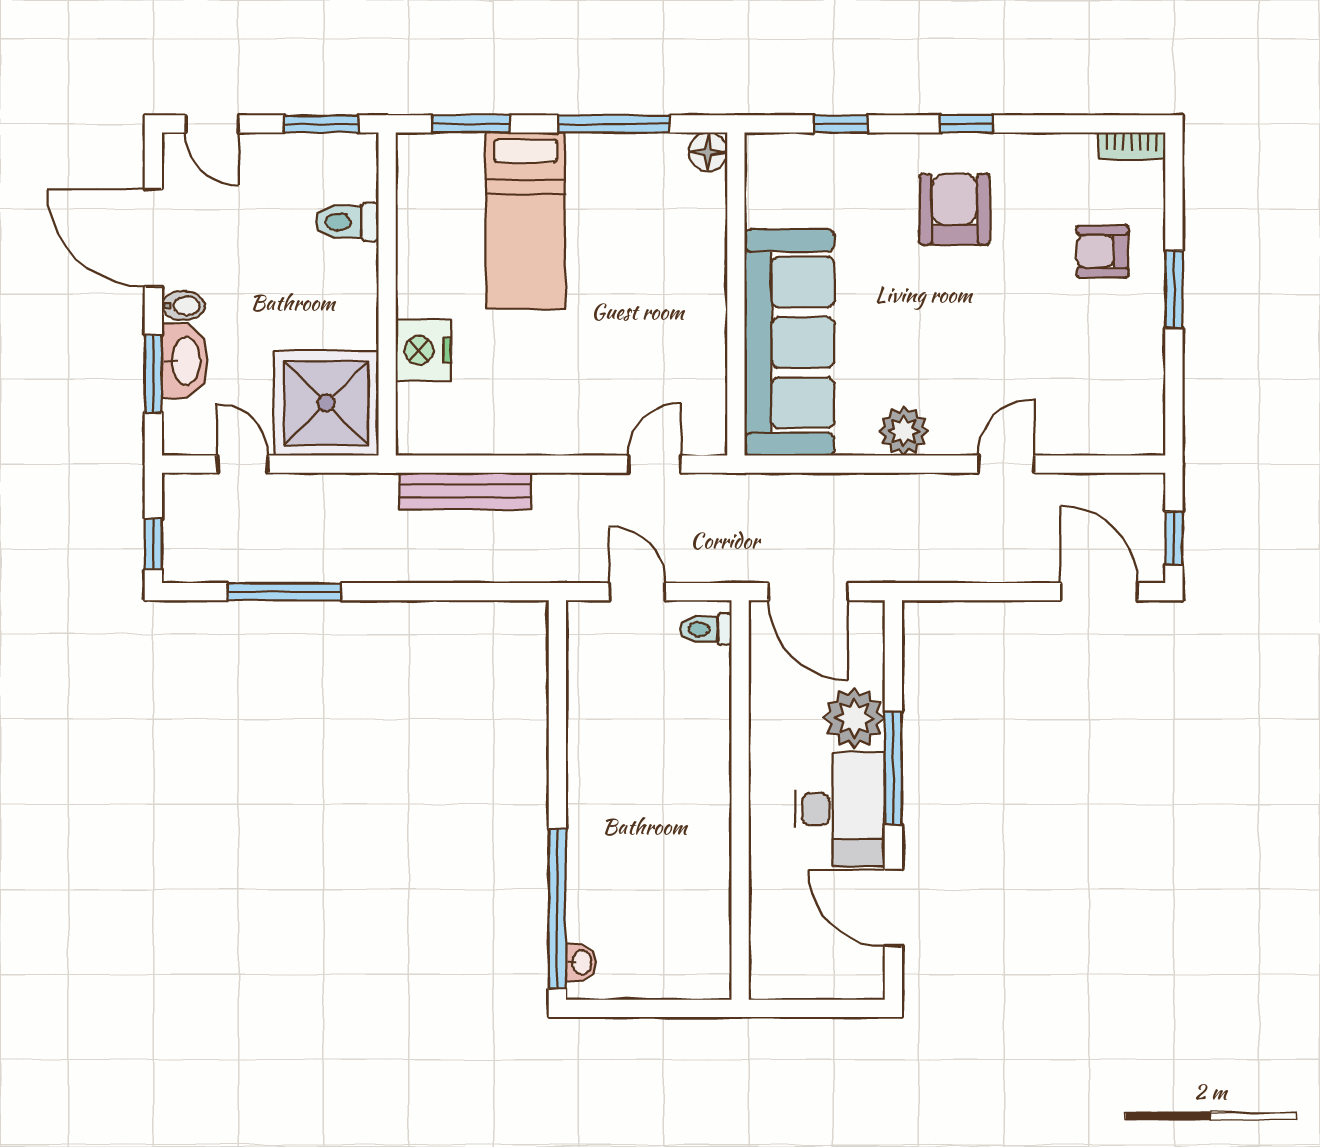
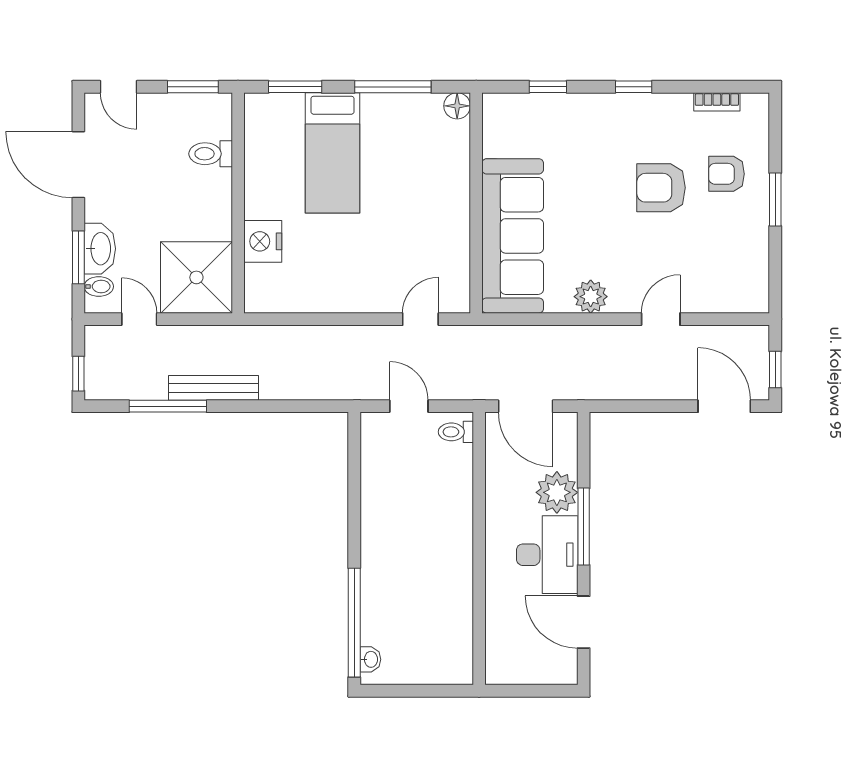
bookcase: (1132, 146) -> (717, 102), moved
armchair: (954, 209) -> (661, 188), moved, turned -90
bidet: (183, 306) -> (99, 286), moved
bench: (466, 491) -> (214, 388), moved

